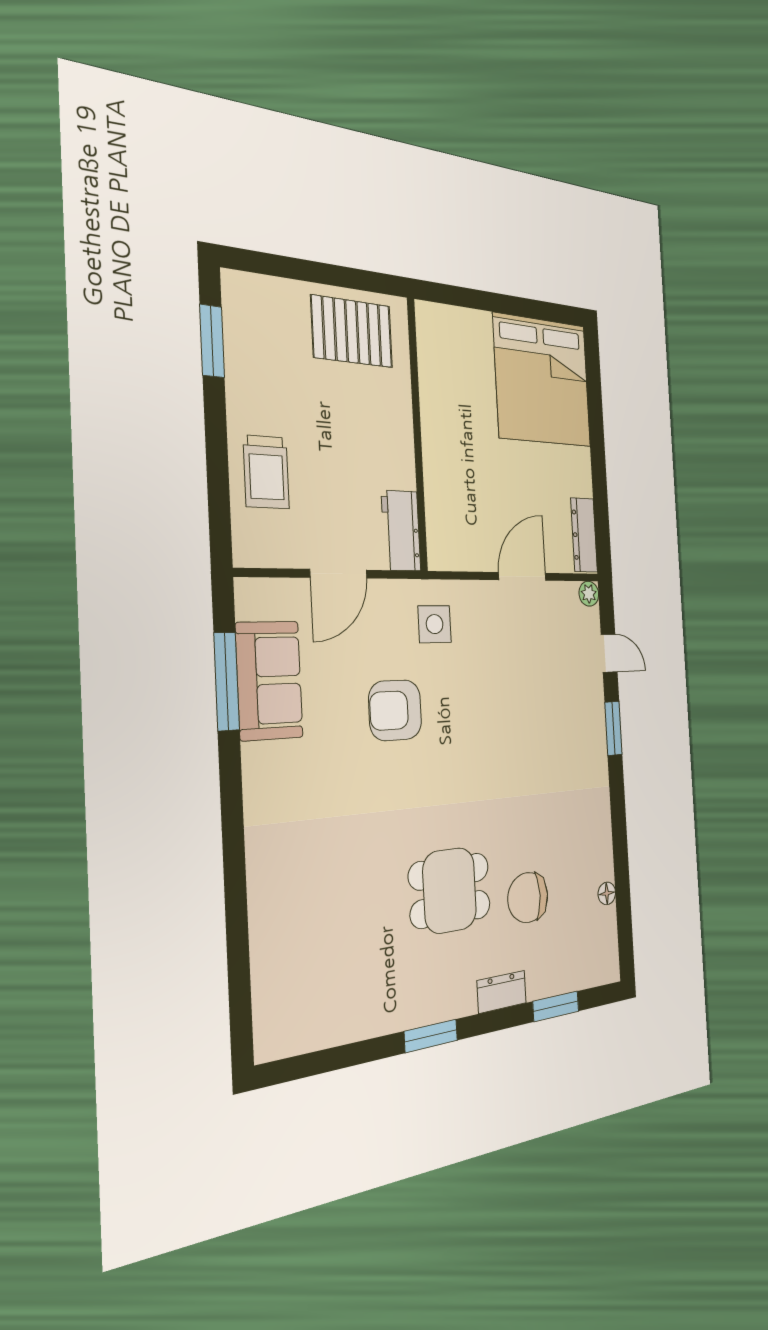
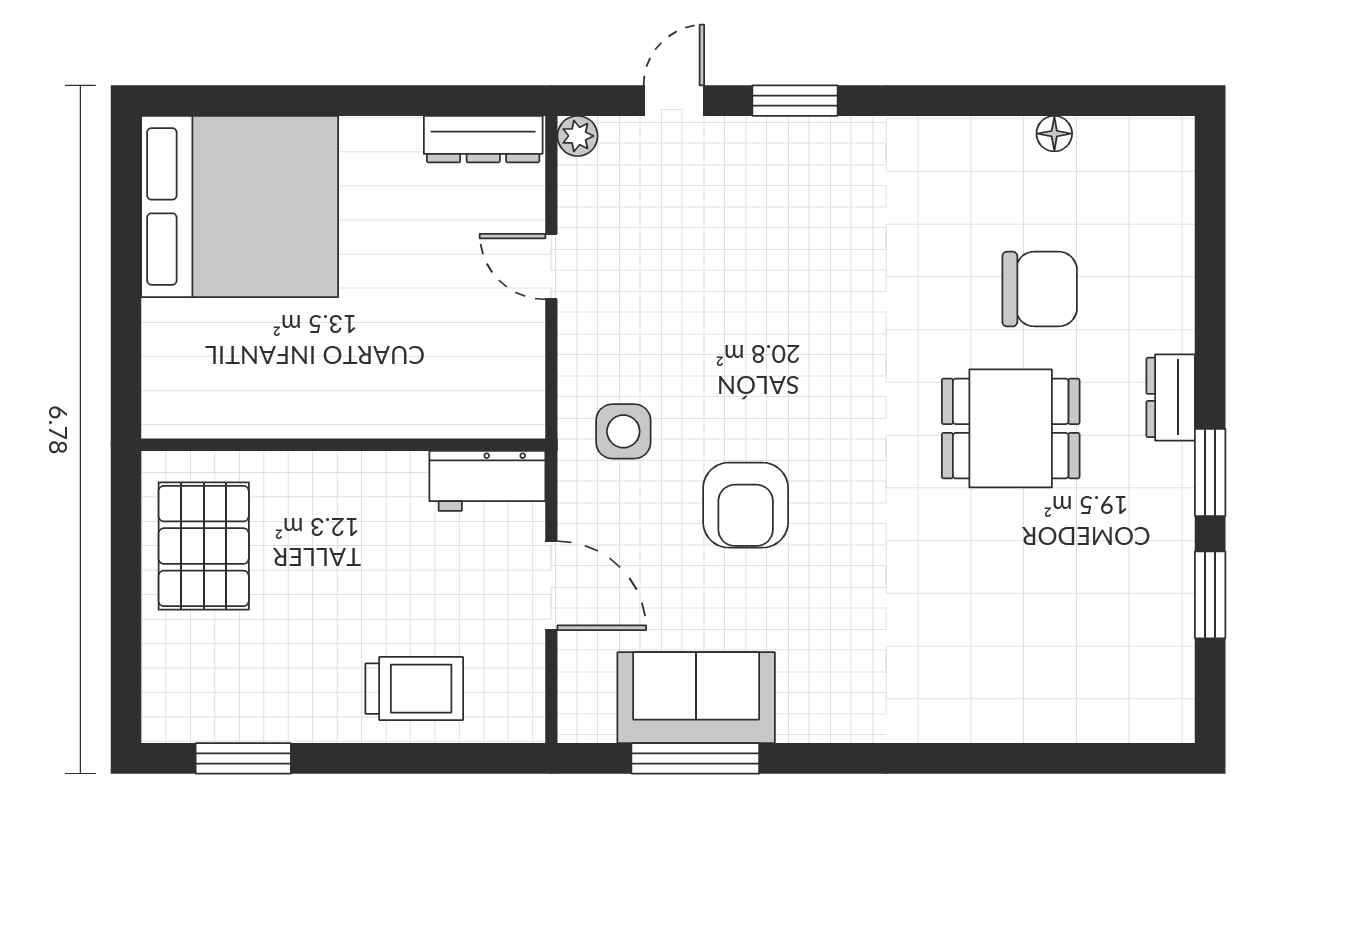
door: (522, 576) -> (551, 267), width x0.73
dining table: (450, 890) -> (1011, 428), turned 90
chair: (528, 897) -> (1040, 289), turned -90
dresser: (502, 992) -> (1171, 397), moved
window: (556, 1006) -> (1210, 595), moved

